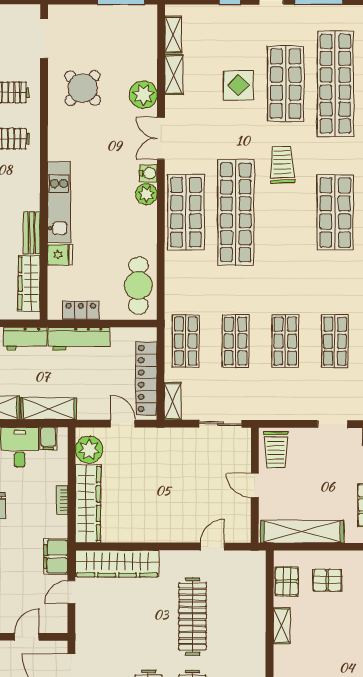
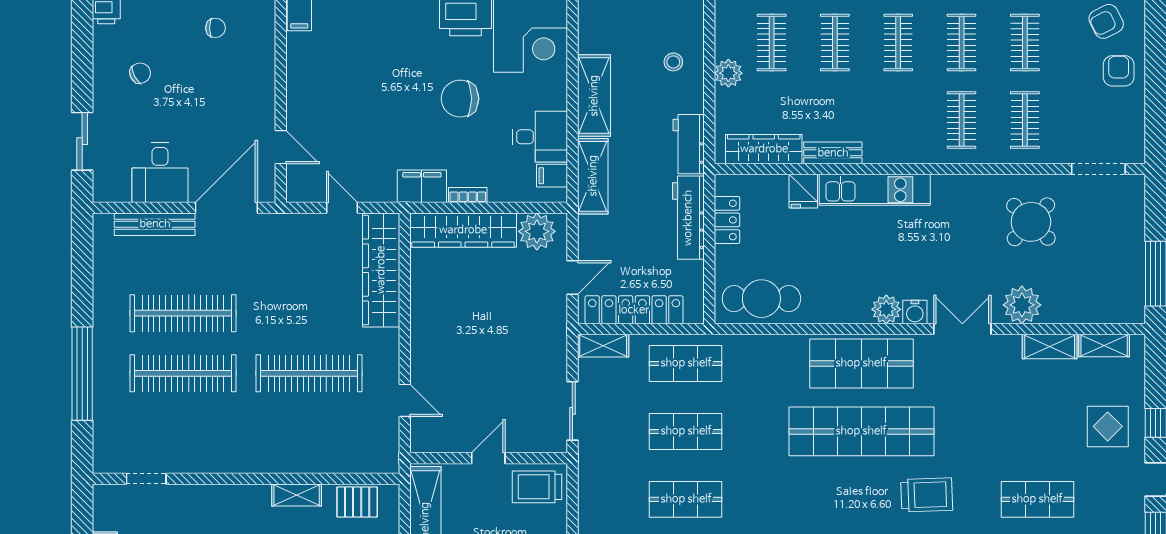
shop shelf: (286, 84) -> (1037, 499), width x0.70, depth x0.74
display table: (238, 85) -> (1108, 426), moved
filing cabinet: (56, 557) -> (422, 186), moved

